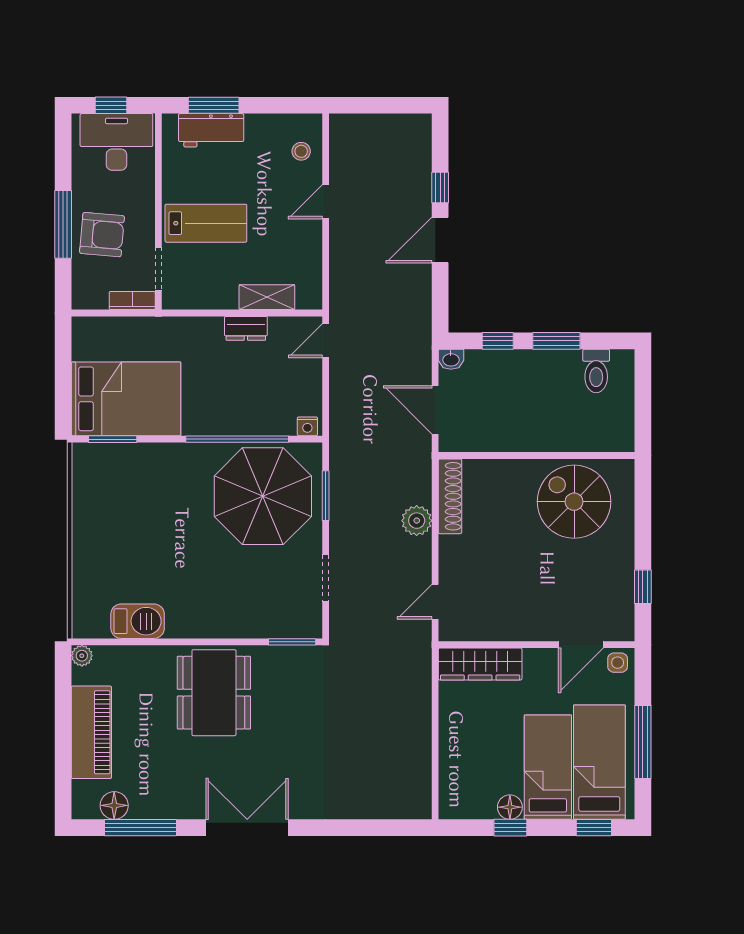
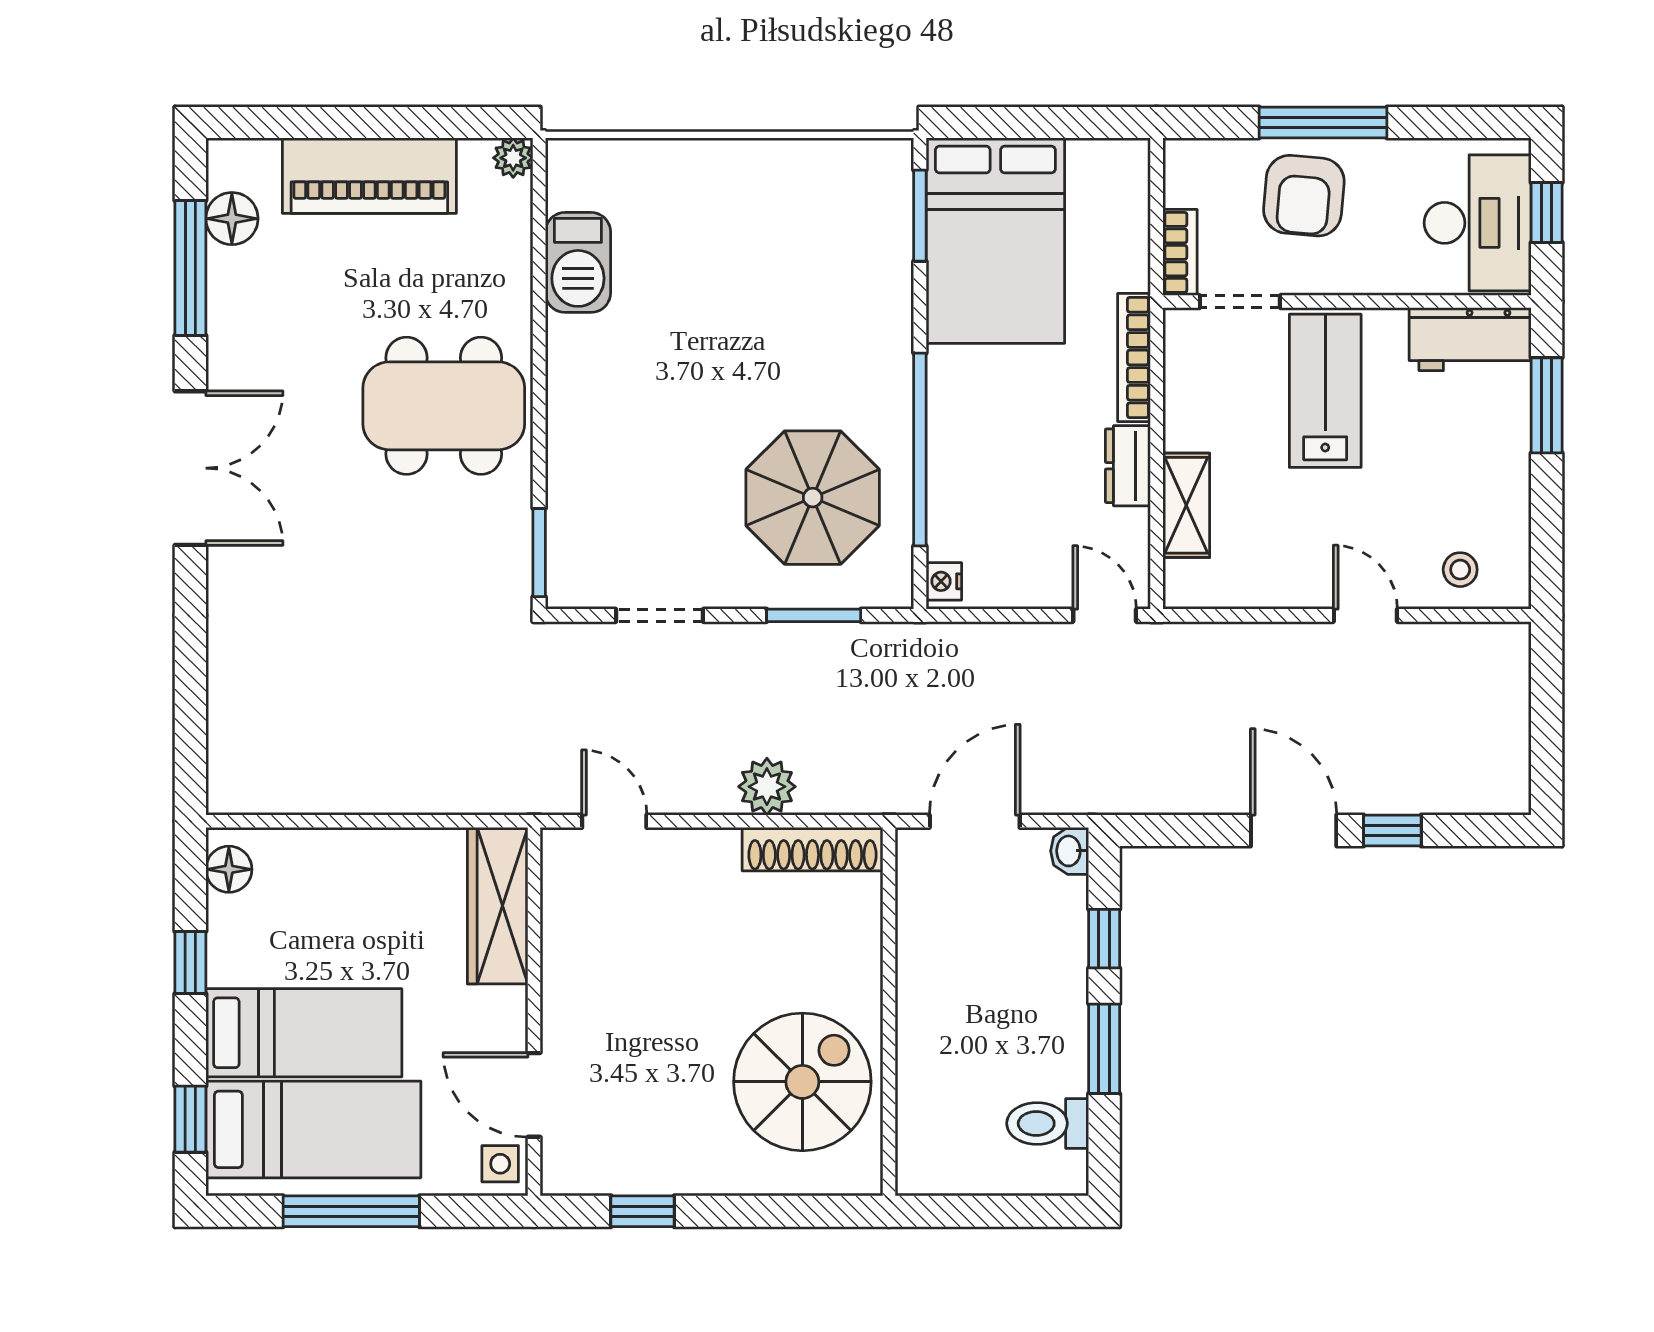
workbench: (211, 130) -> (1470, 339), moved, turned -90
lab bench: (206, 223) -> (1325, 391), turned 180
bookcase: (188, 325) -> (1134, 357), added
parasol: (263, 496) -> (813, 498), width x0.73, depth x0.73
floor lamp: (510, 807) -> (229, 869), moved

